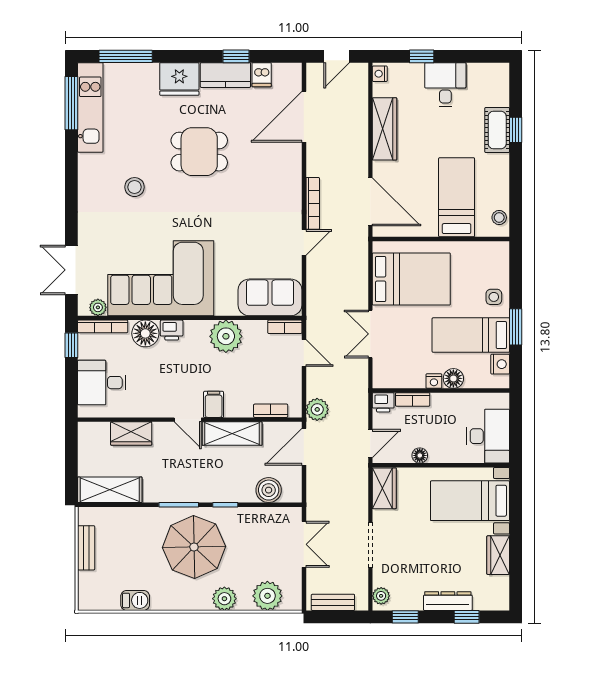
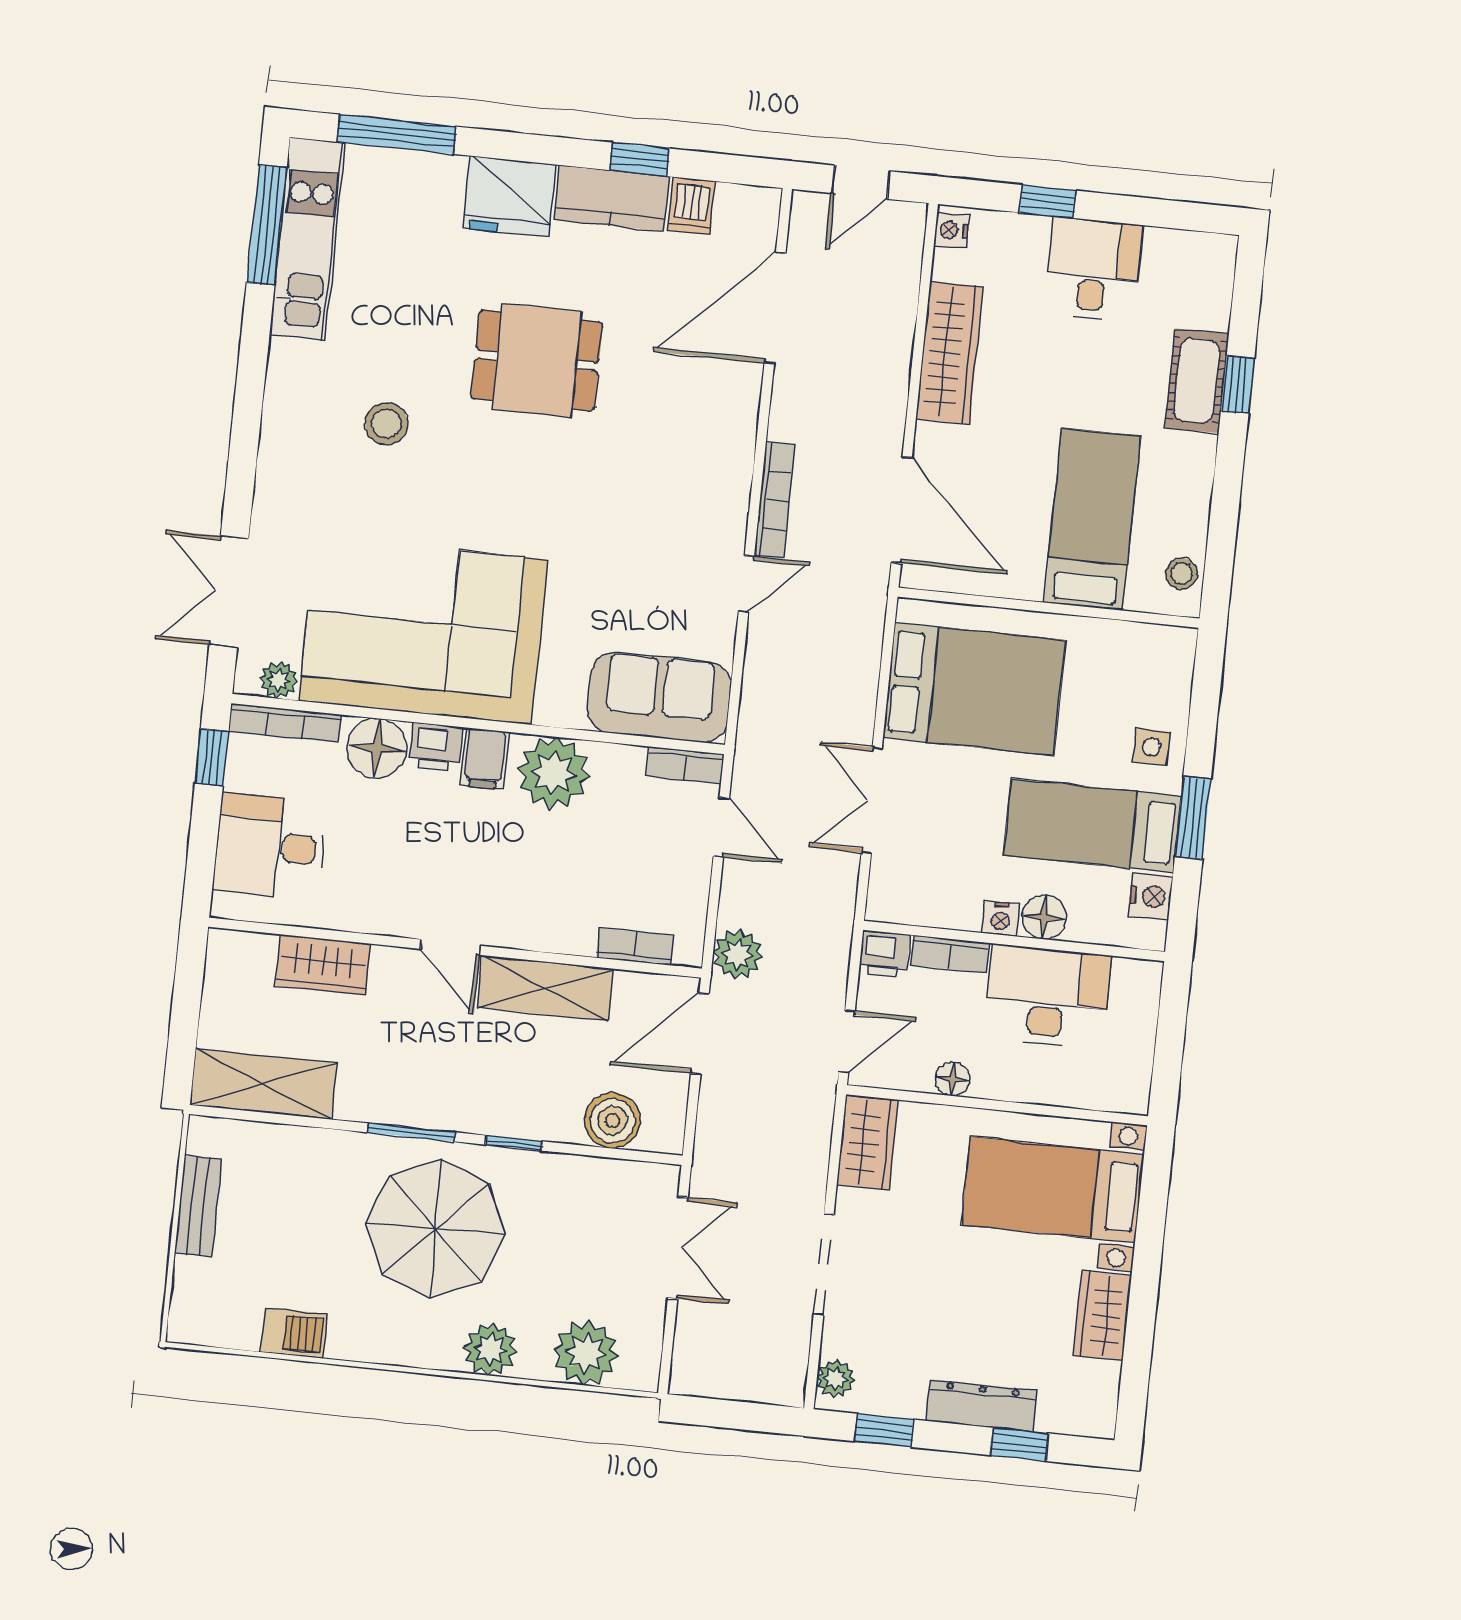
filing cabinet: (214, 404) -> (485, 759), moved, turned 180
desk: (488, 436) -> (1047, 996), moved, turned -90
bench: (333, 602) -> (728, 1382), removed

